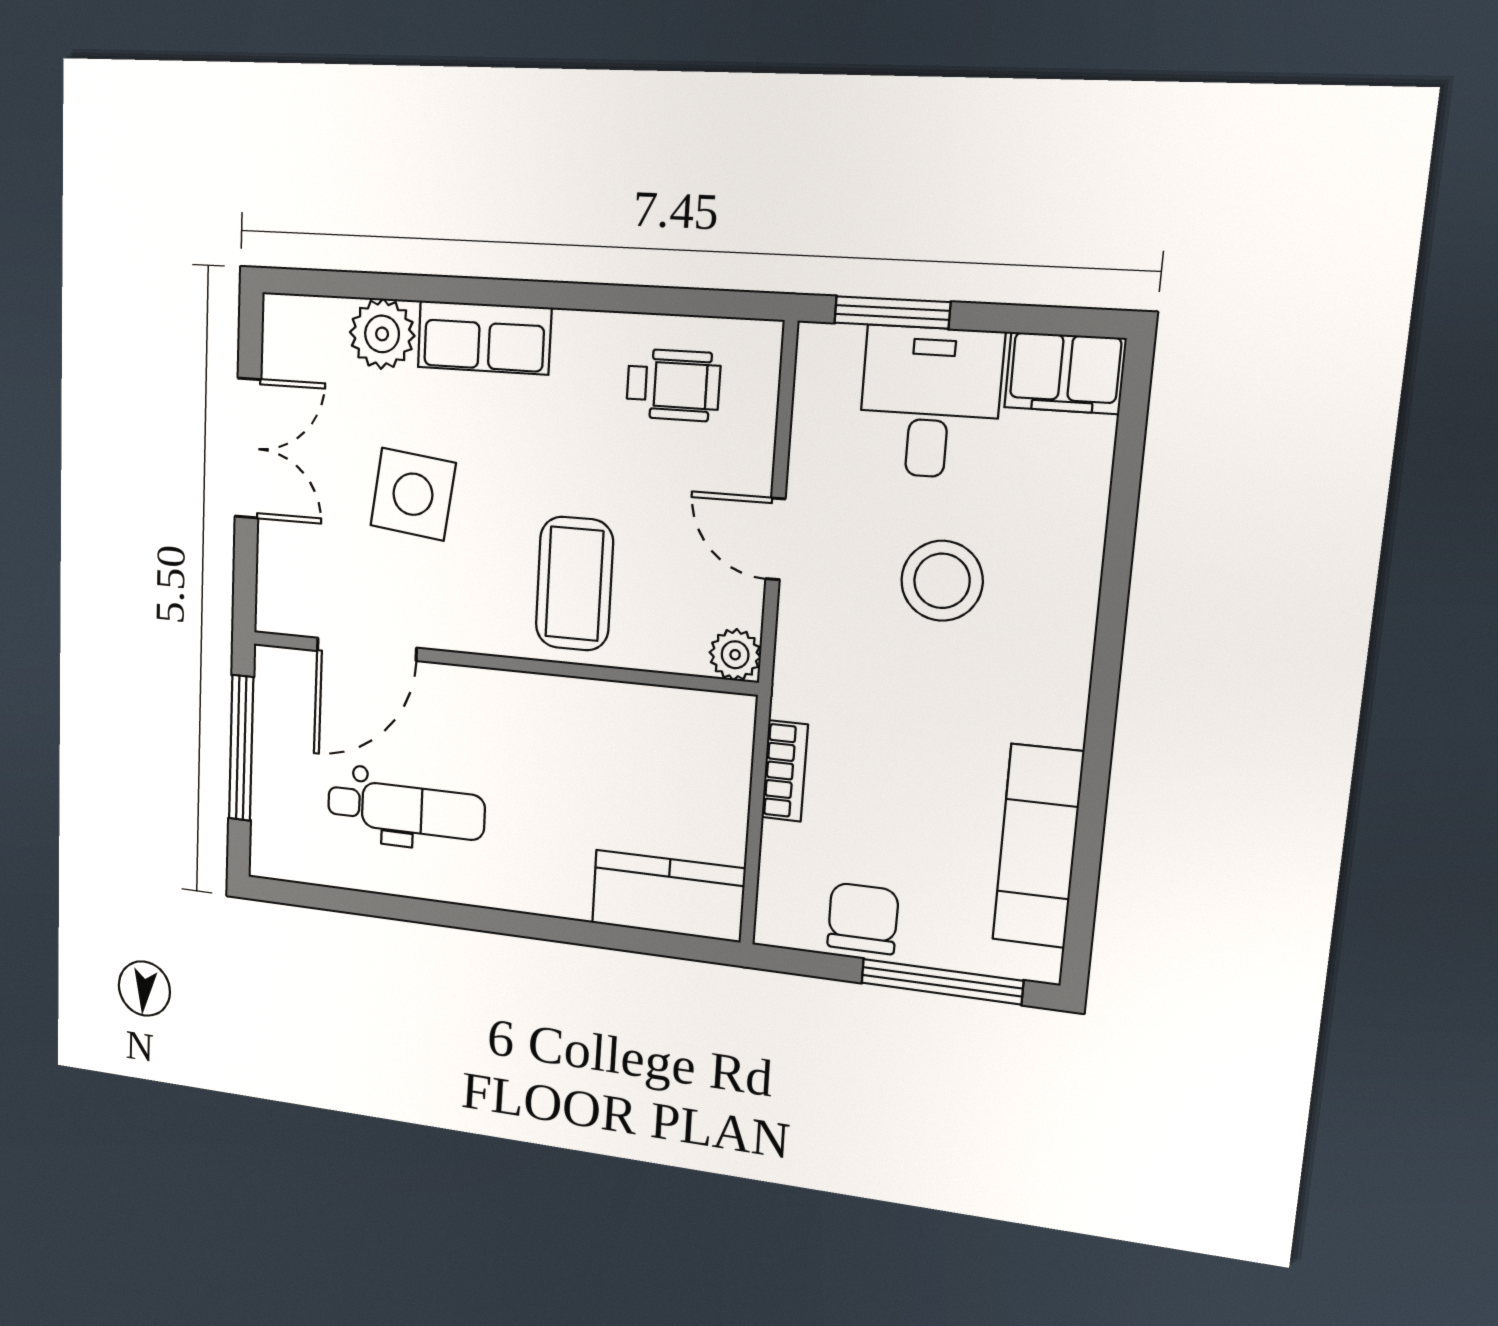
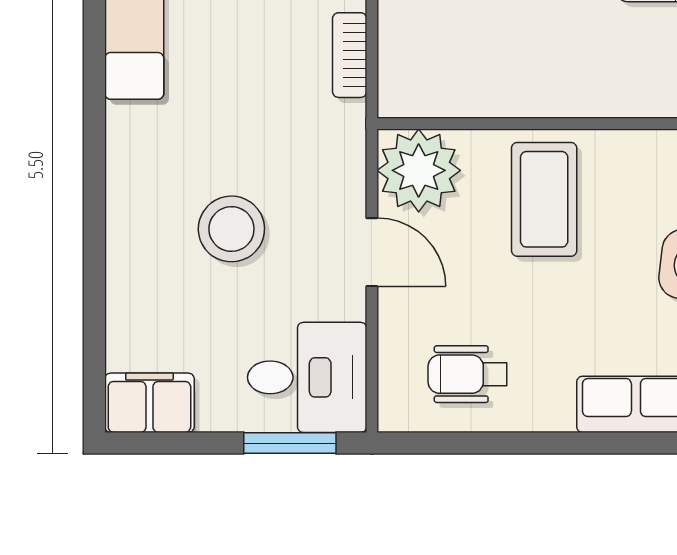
desk: (930, 402) -> (307, 377), moved, turned -90
plant: (735, 655) -> (419, 170), width x1.88, depth x1.88

